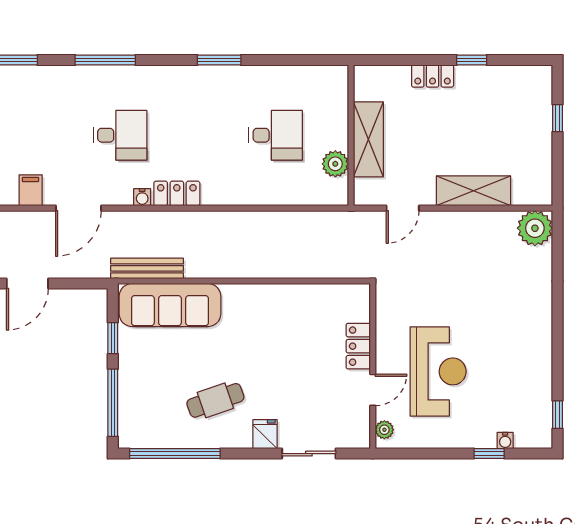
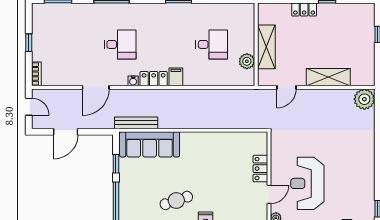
filing cabinet: (31, 190) -> (176, 77), moved
reception desk: (438, 371) -> (307, 183), turned 180

